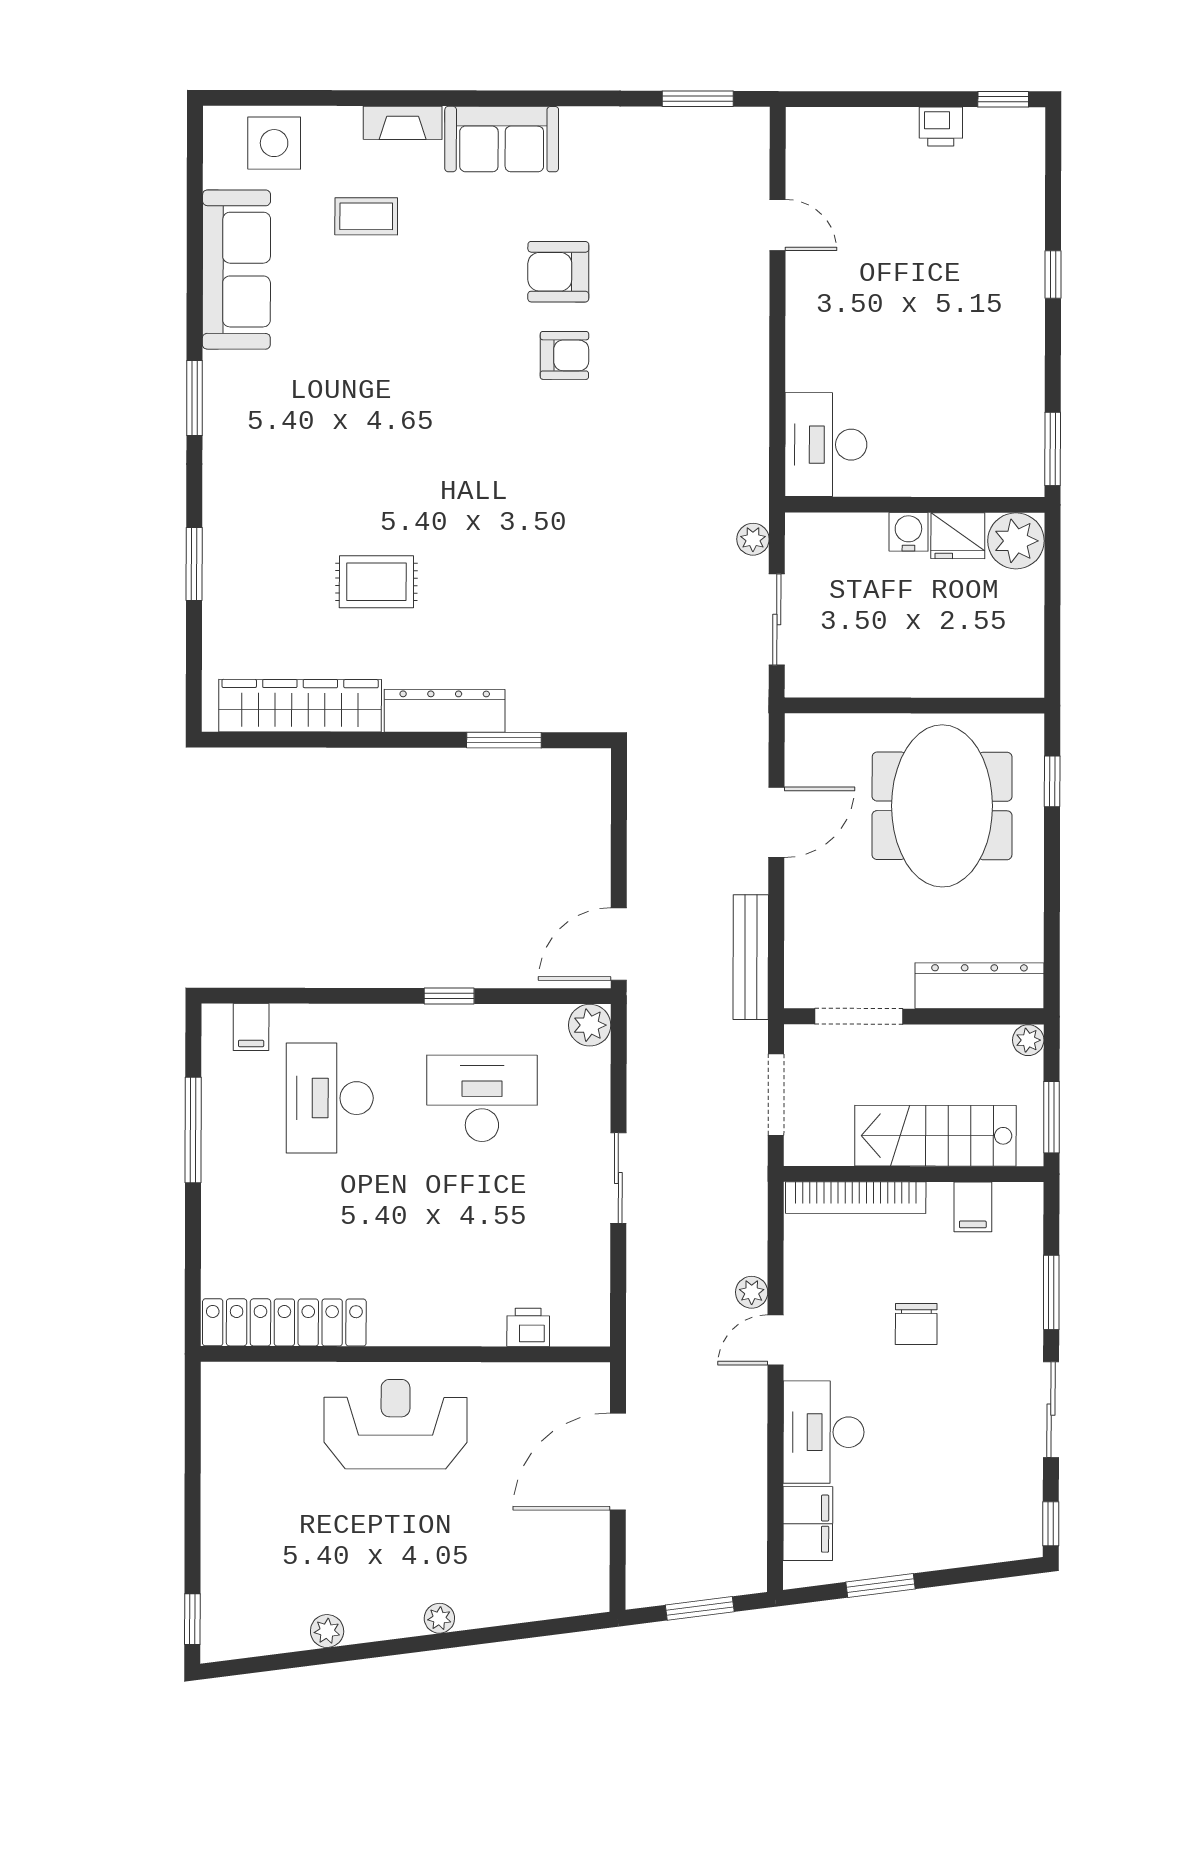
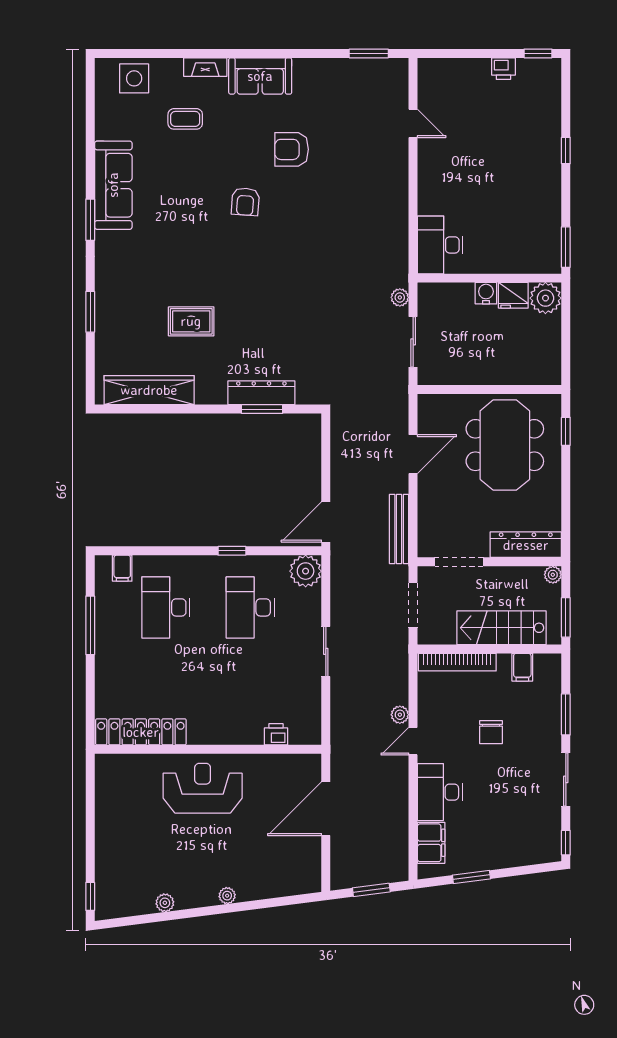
sofa: (236, 270) -> (113, 185), moved
armchair: (564, 355) -> (245, 202), moved, turned 94
dresser: (445, 711) -> (261, 393), moved
plant: (590, 1025) -> (306, 571), width x1.36, depth x1.36
desk: (482, 1098) -> (250, 607), turned -90

